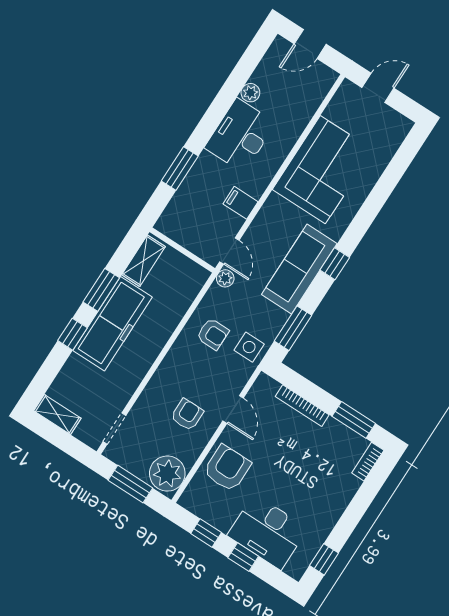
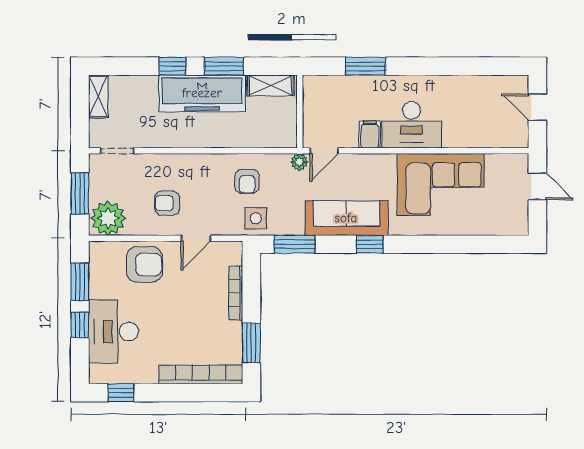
plant: (250, 93) -> (465, 84), removed
desk: (240, 135) -> (412, 125), moved, turned 180
armchair: (187, 415) -> (167, 203), turned 180
bookcase: (368, 462) -> (201, 374), width x2.31, depth x1.31
window: (206, 533) -> (80, 282), width x1.50

